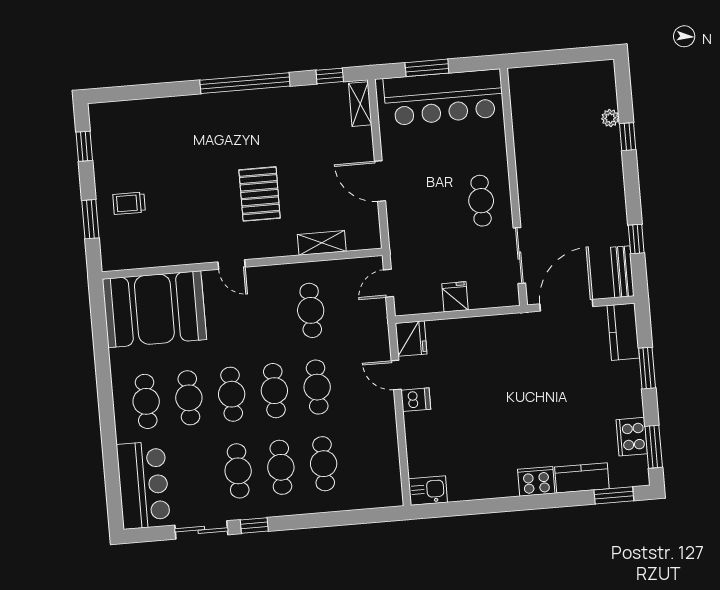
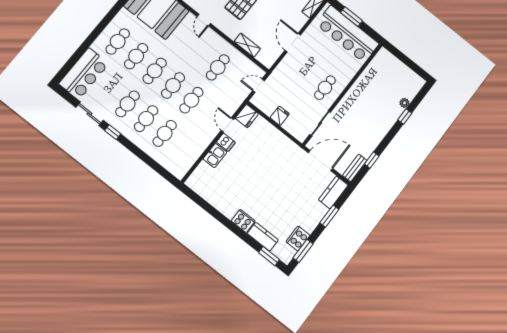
kitchen sink: (428, 491) -> (215, 156), moved, turned 90

